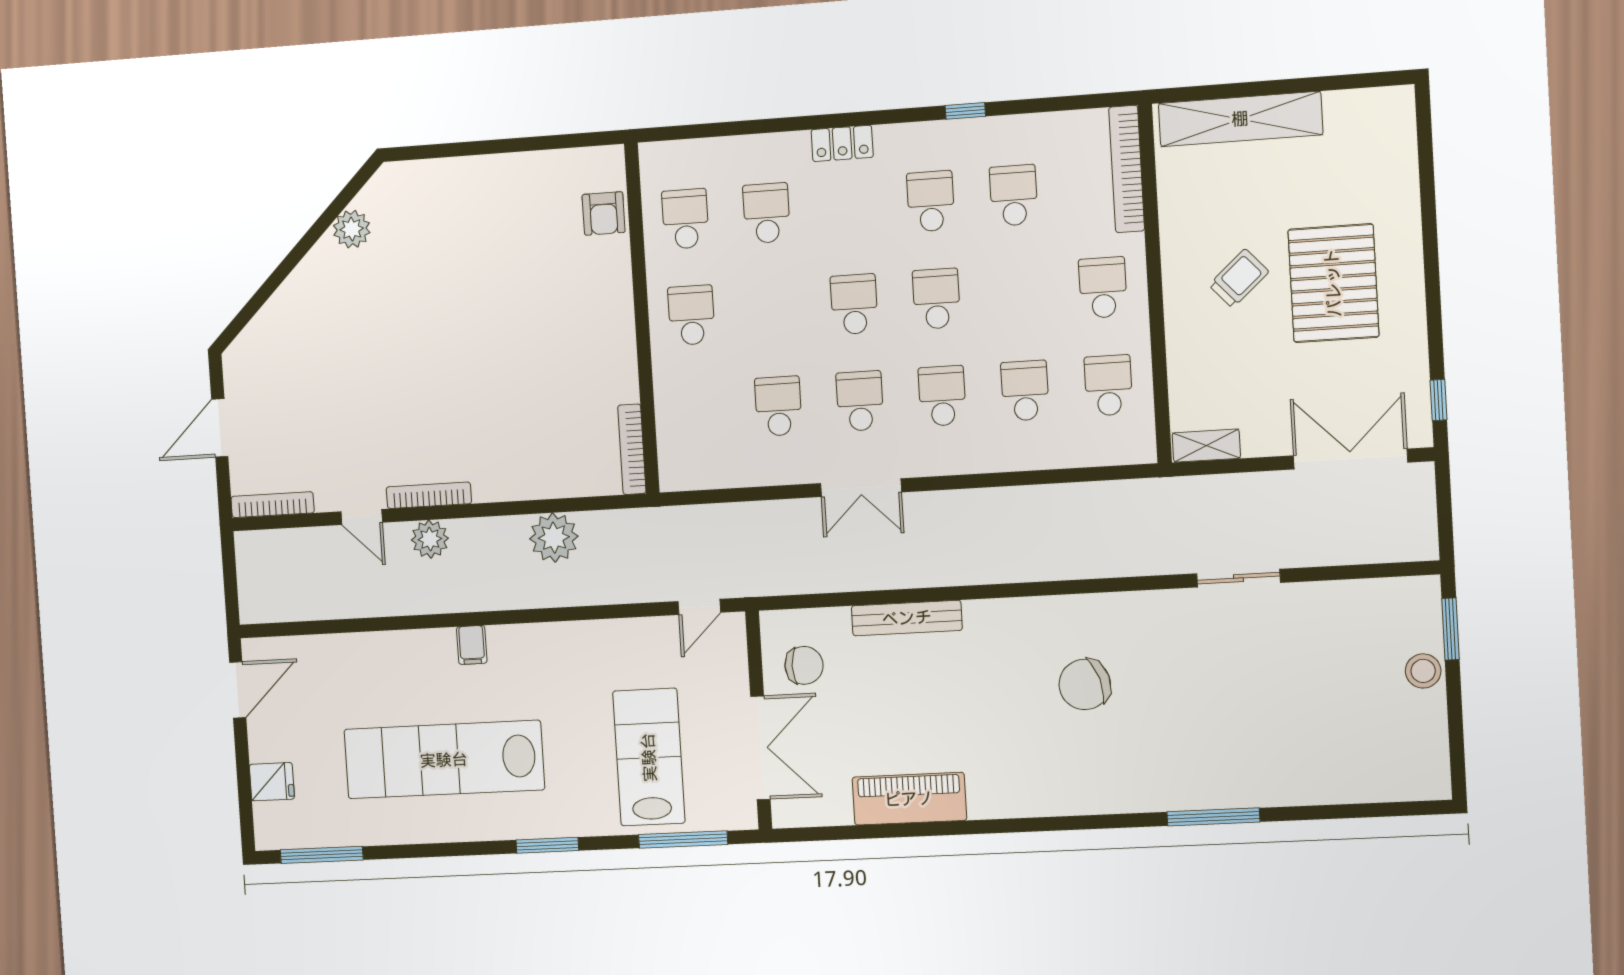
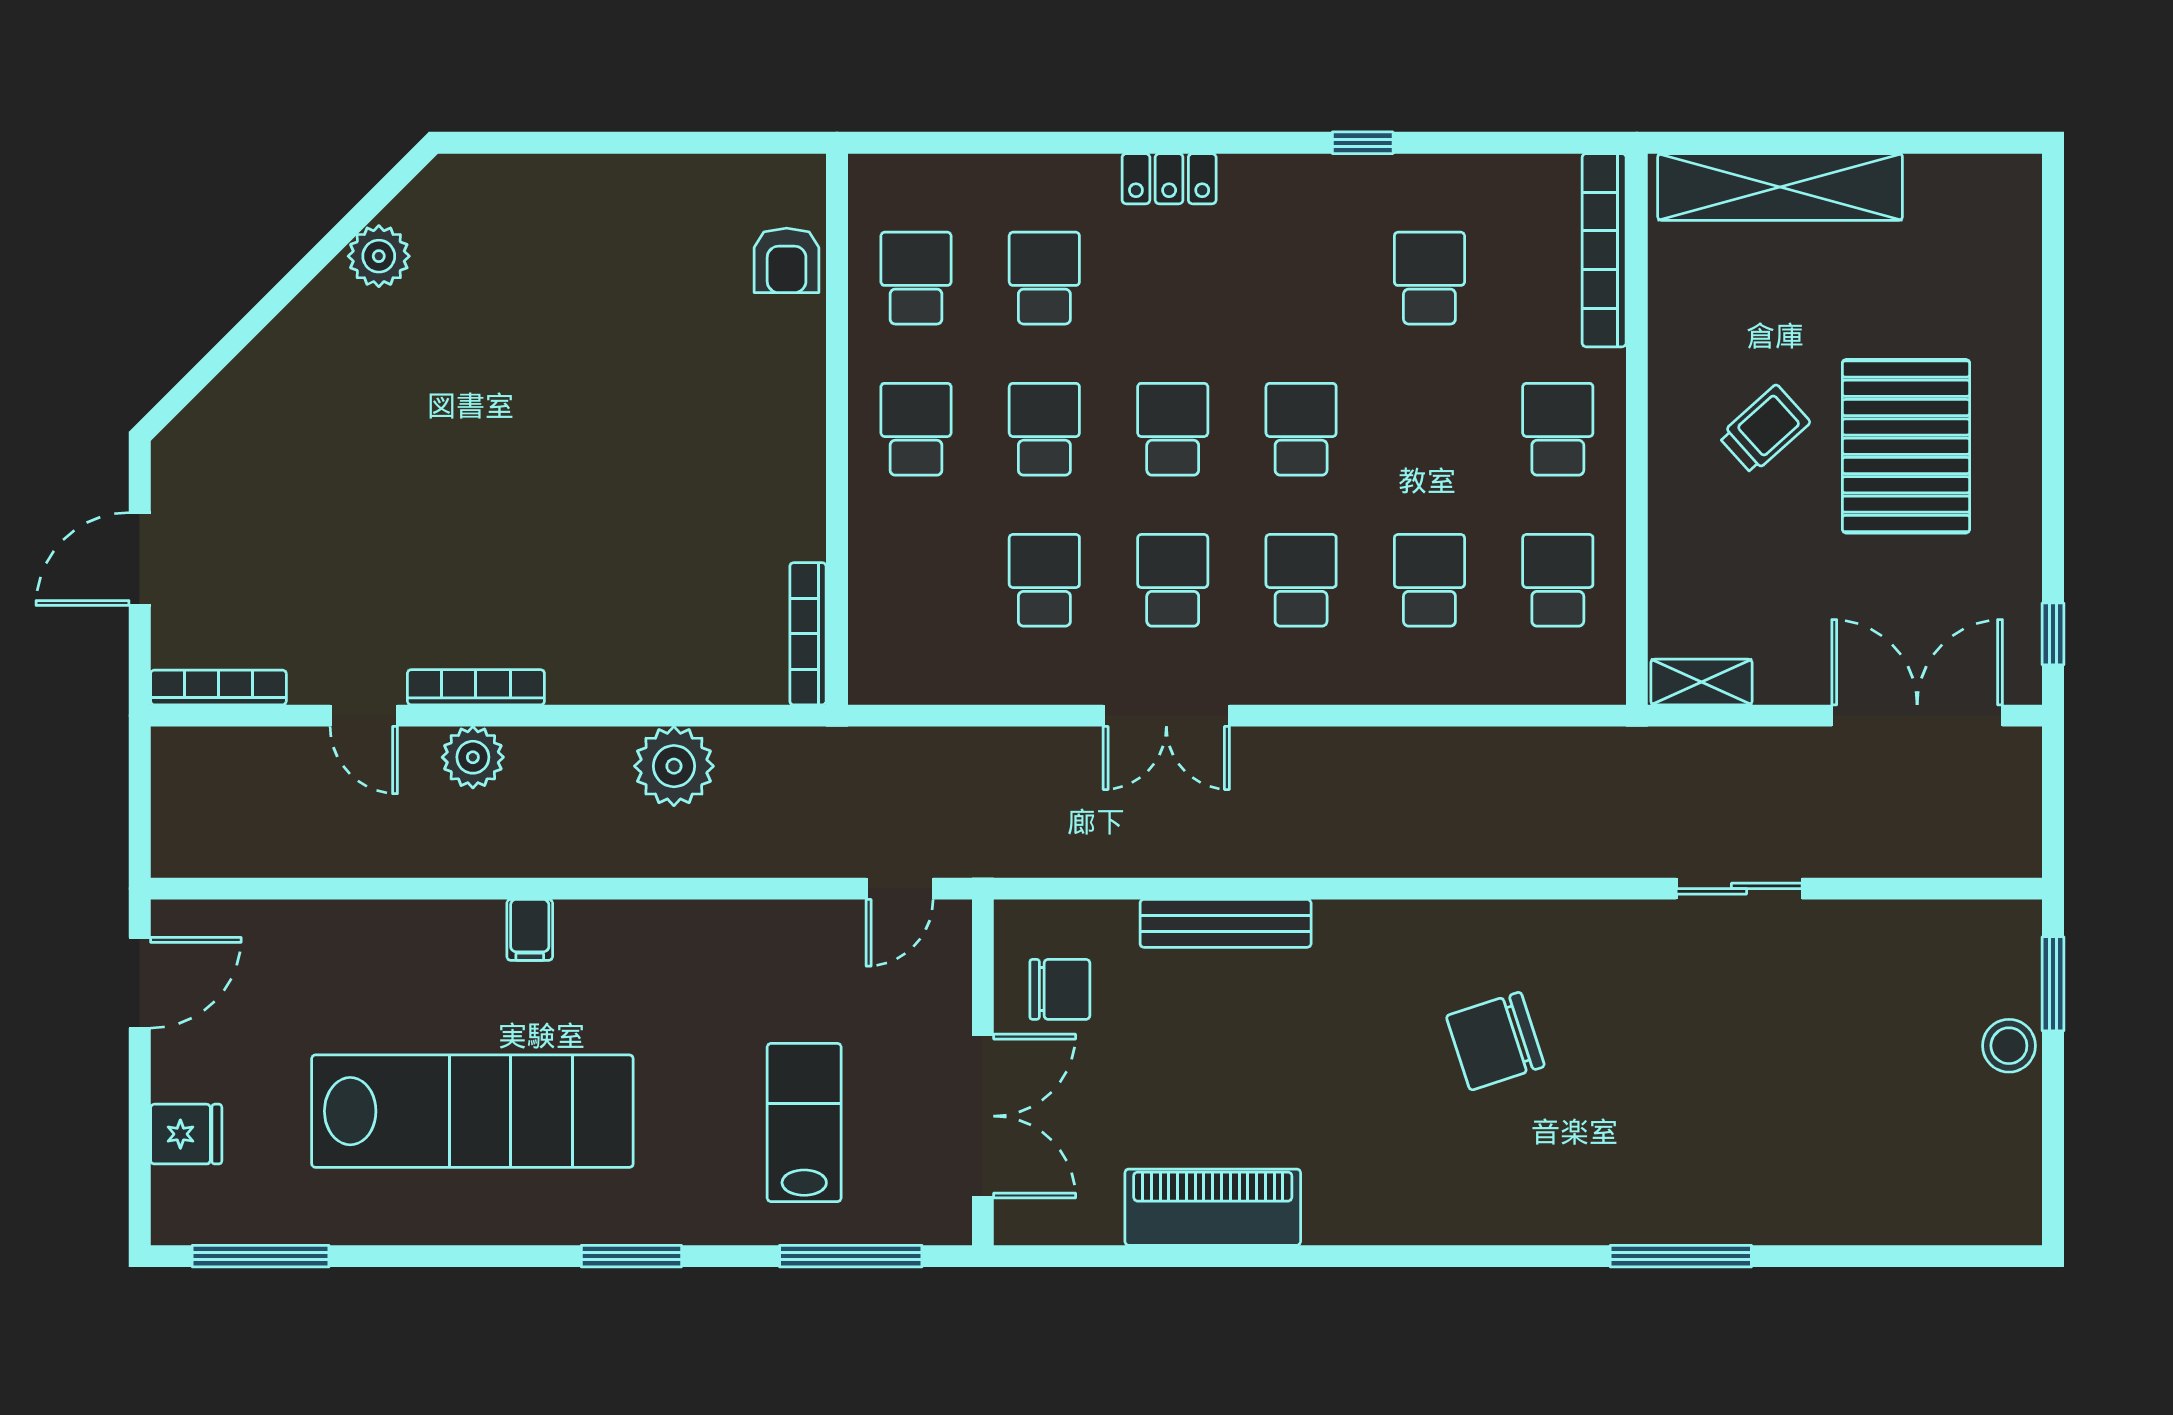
school desk: (931, 201) -> (1044, 429), moved
lab bench: (649, 757) -> (804, 1122), width x0.73, depth x0.72
lab bench: (444, 760) -> (472, 1111), turned 180

